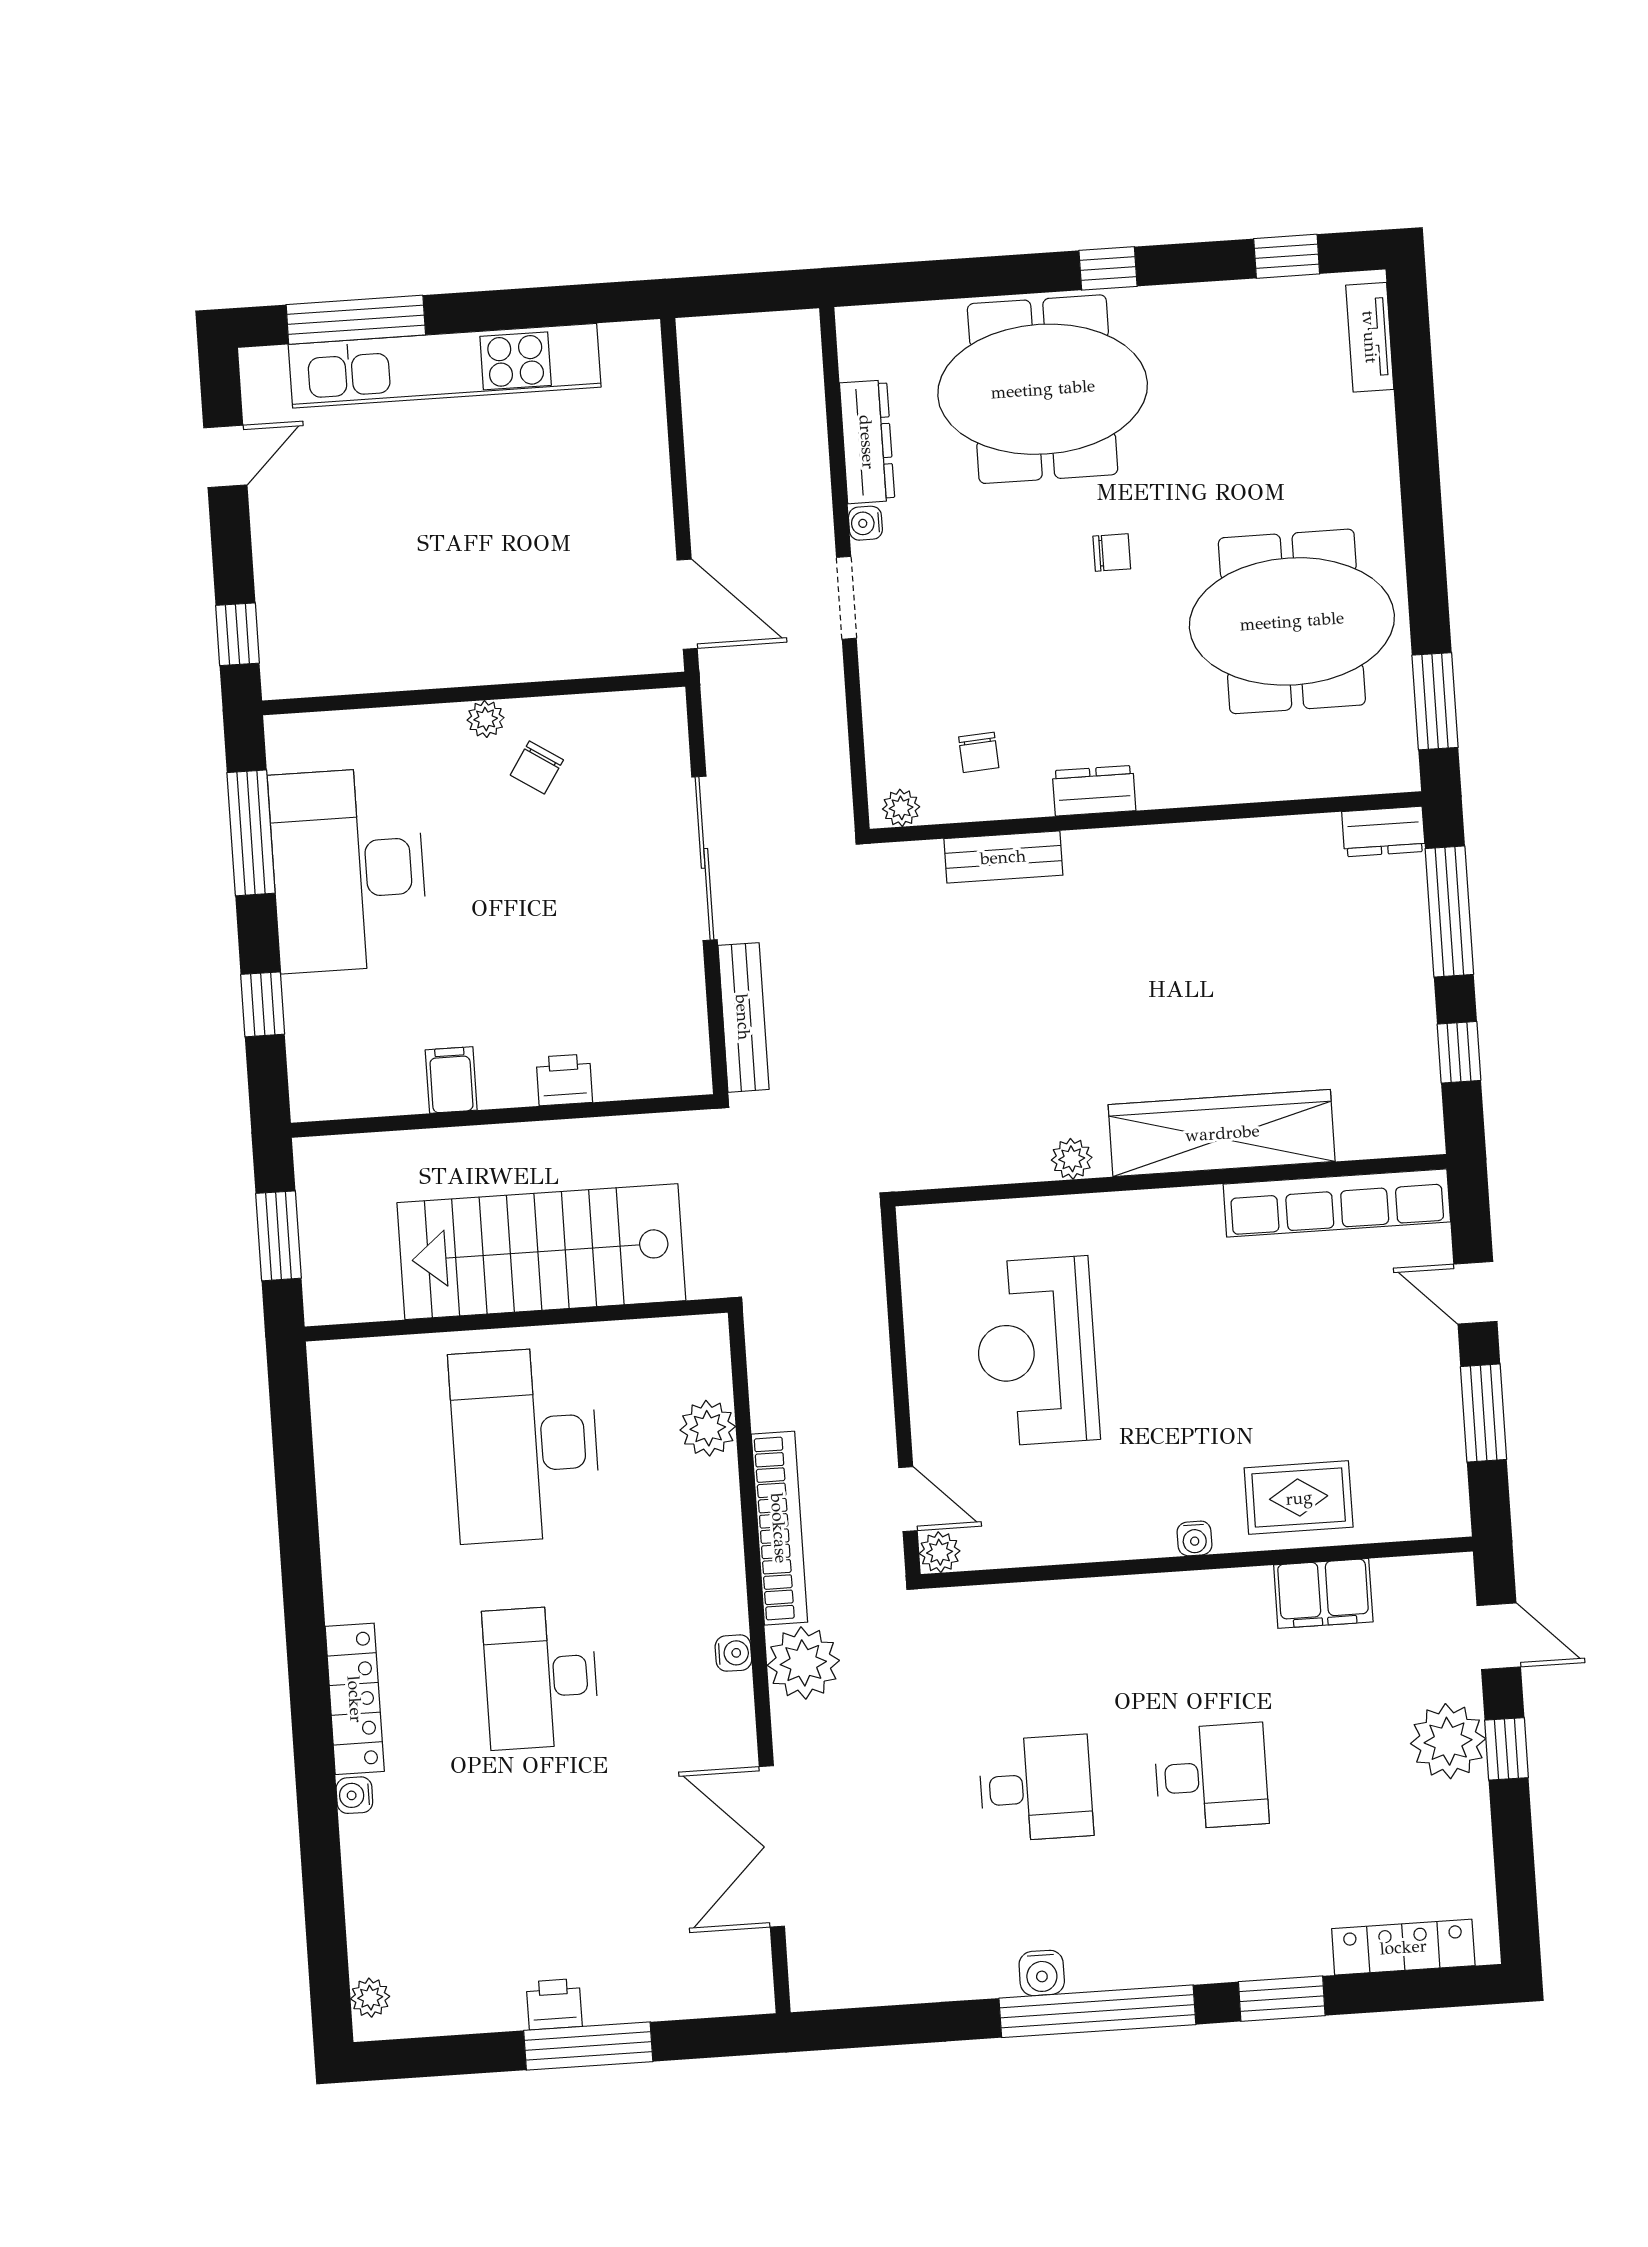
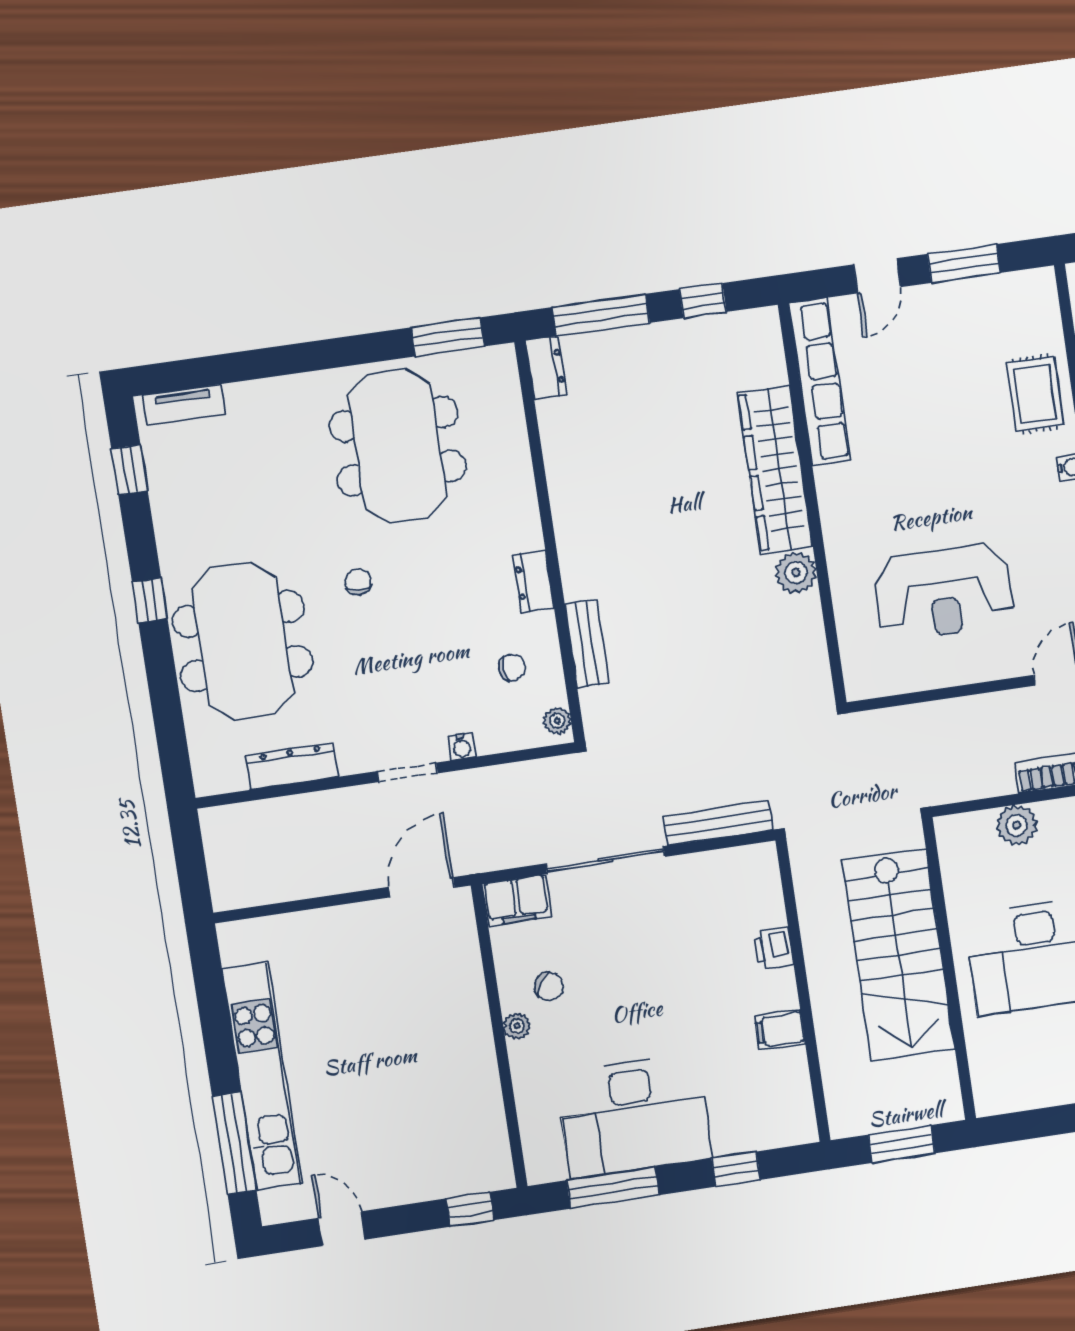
water cooler: (865, 523) -> (462, 747), moved
filing cabinet: (659, 732) -> (516, 900), added
plant: (1072, 1159) -> (796, 572), width x1.38, depth x1.38

